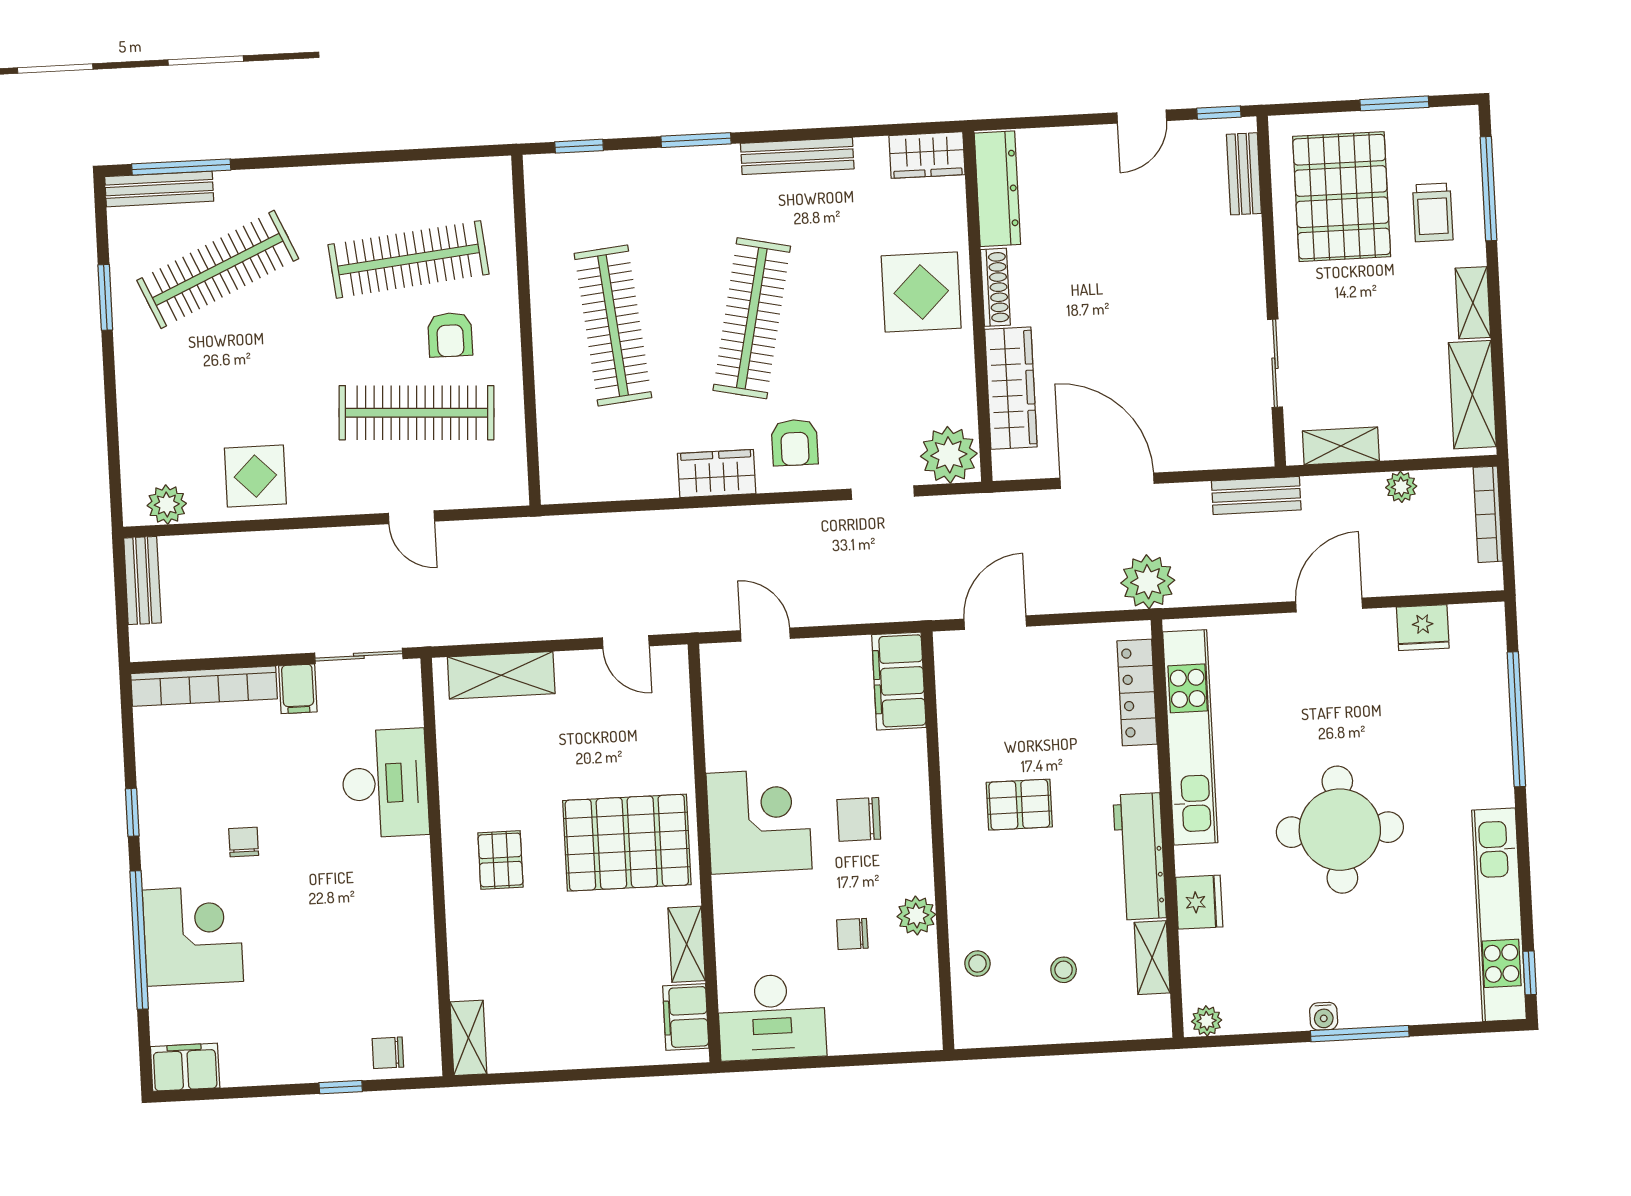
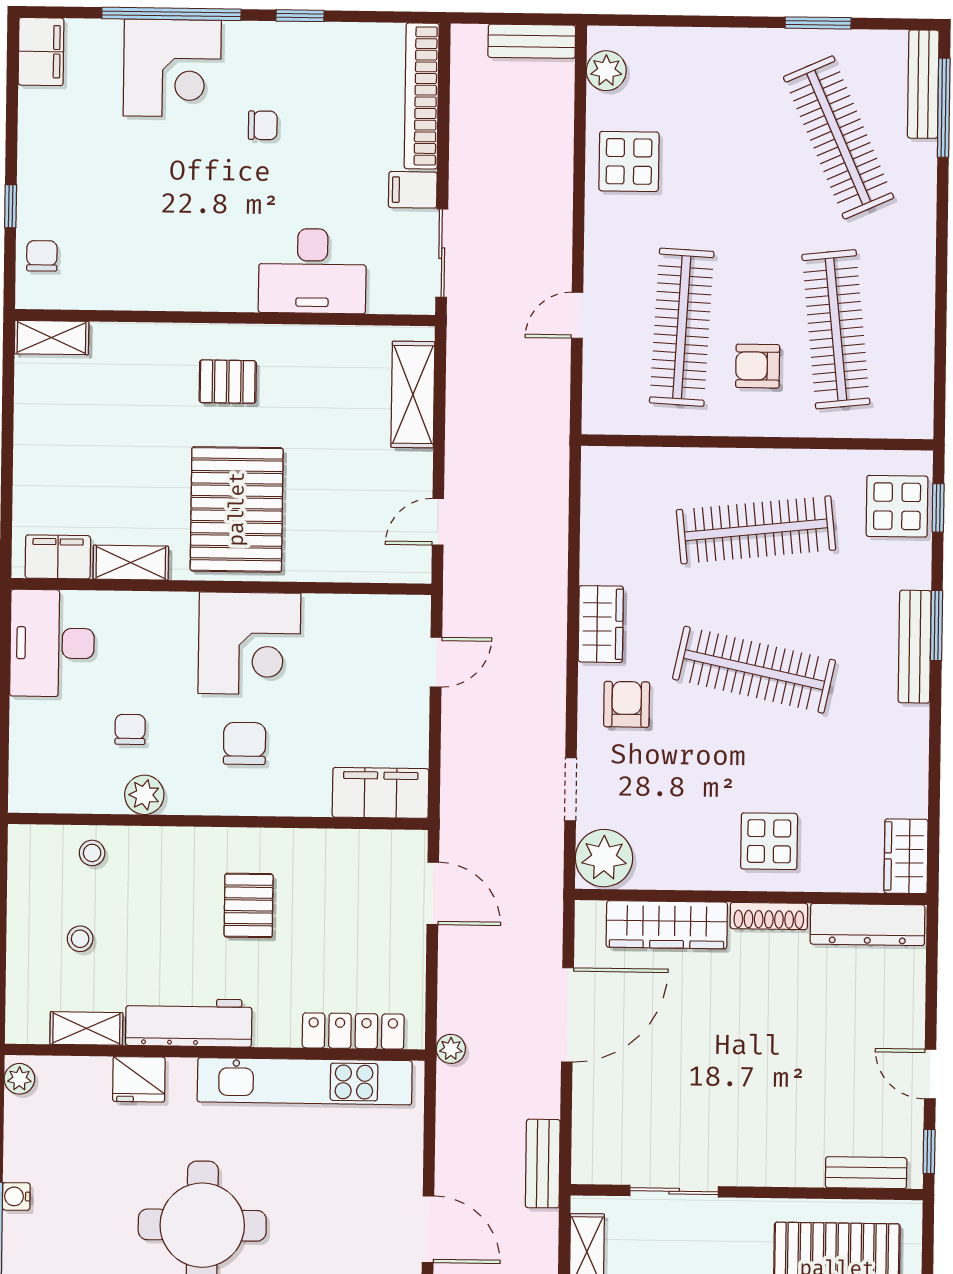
bench: (797, 156) -> (915, 647), moved
display table: (580, 187) -> (897, 506), added
display table: (921, 292) -> (769, 841), width x0.73, depth x0.73
armchair: (795, 443) -> (627, 704), turned 90
plant: (1148, 582) -> (451, 1049), width x0.53, depth x0.53

